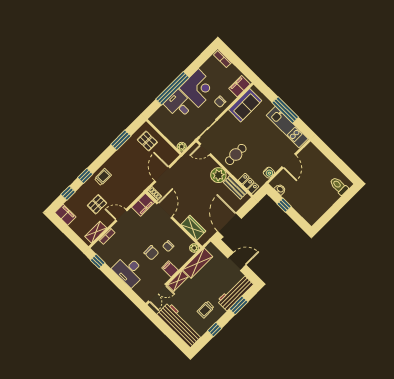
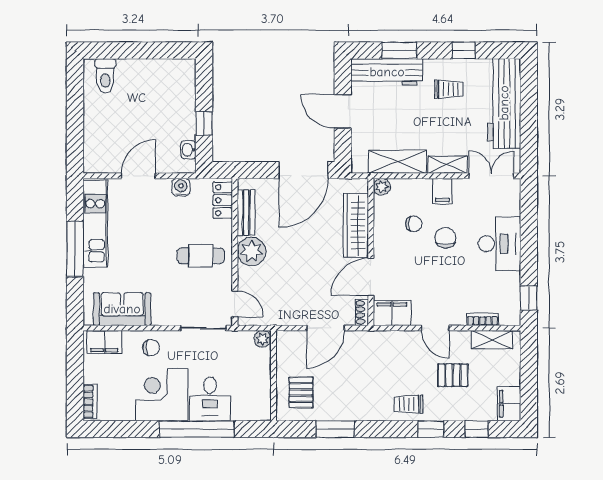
wardrobe: (193, 228) -> (356, 225), width x1.50

